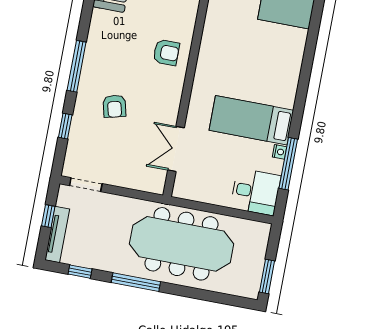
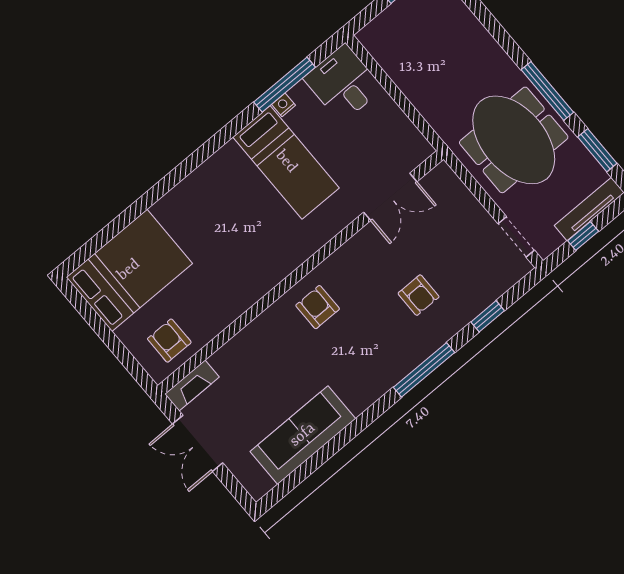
armchair: (114, 106) -> (419, 295), turned 104
meeting table: (182, 244) -> (514, 140), moved, width x0.73
window: (80, 272) -> (597, 150), width x1.50

